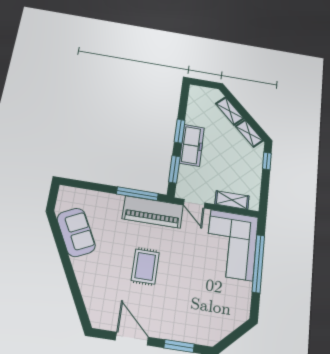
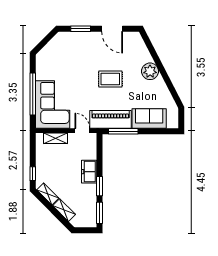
freezer: (192, 145) -> (89, 172), width x0.71
window: (174, 169) -> (100, 213), moved
sofa: (76, 232) -> (149, 118), moved, turned 117
rug: (145, 266) -> (110, 79), turned 90
plant: (86, 268) -> (150, 71), added

